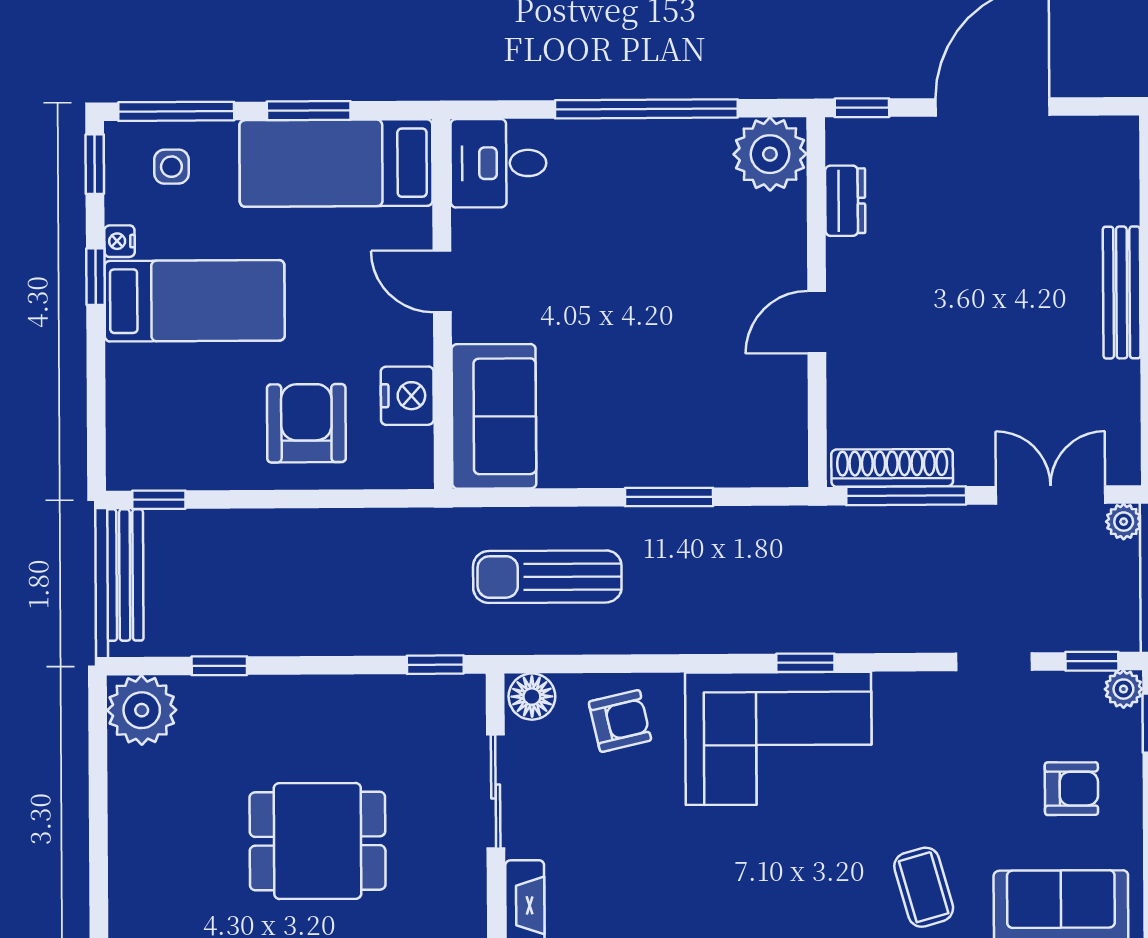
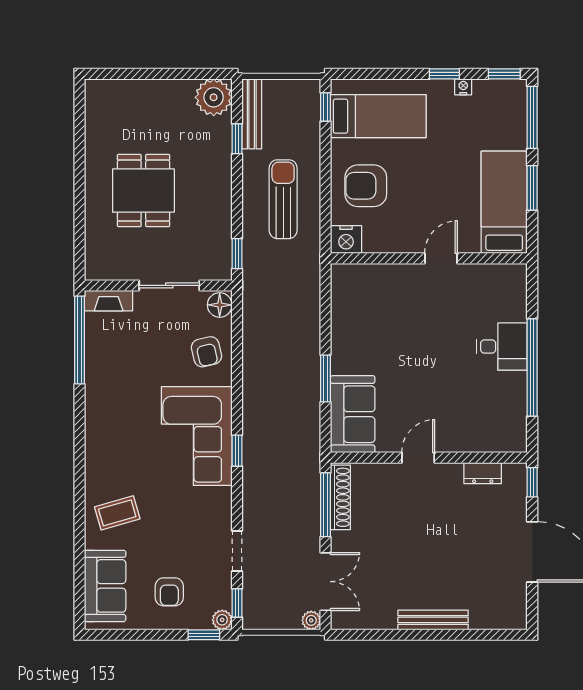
plant: (770, 154) -> (508, 433), removed
desk: (498, 163) -> (502, 346), moved, turned 90
side table: (171, 167) -> (503, 115), removed
bed: (195, 301) -> (378, 116), moved, turned -90
door: (817, 322) -> (418, 458), hinge flipped
nightstand: (407, 396) -> (346, 239), moved
sofa: (494, 416) -> (353, 414), moved, turned -90
armchair: (306, 423) -> (366, 186), turned 180
bench: (125, 575) -> (252, 114), moved, turned 90
sun lounger: (547, 577) -> (283, 199), moved

